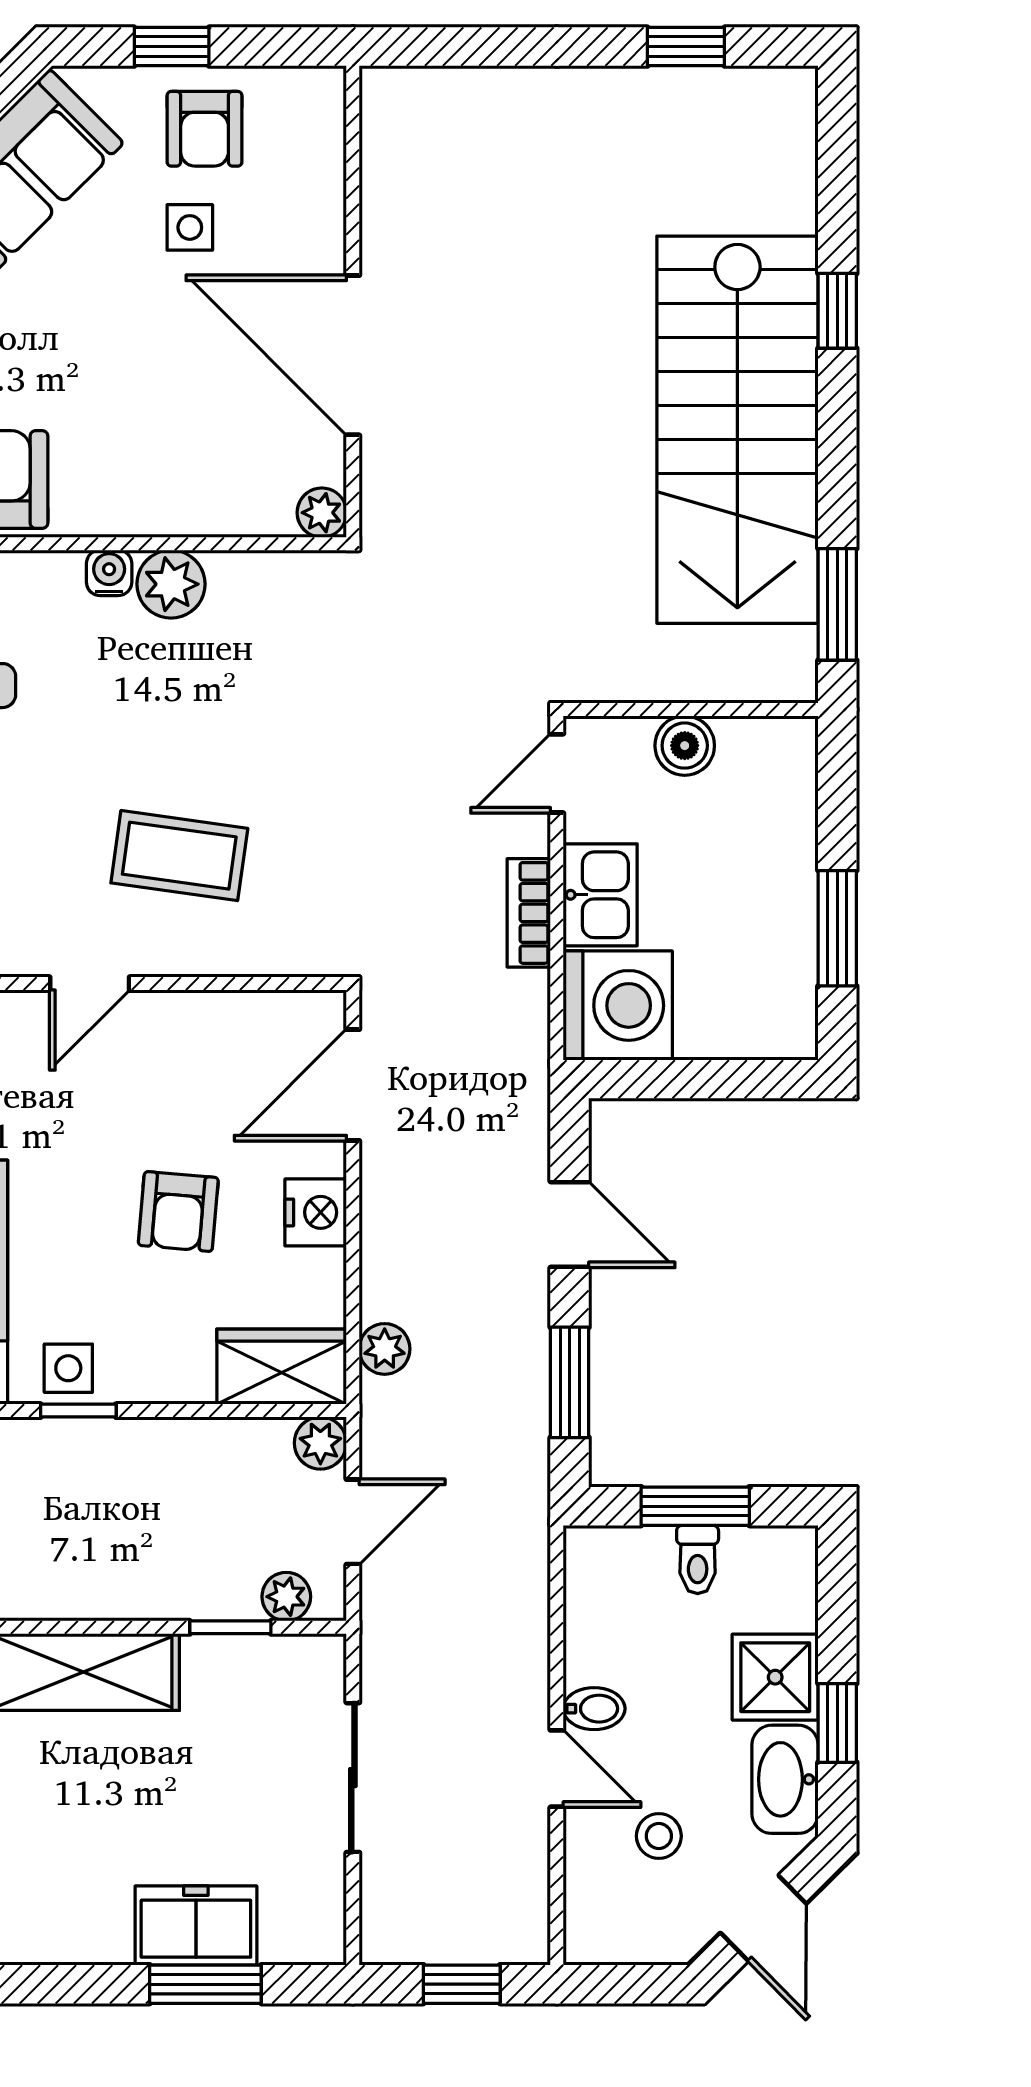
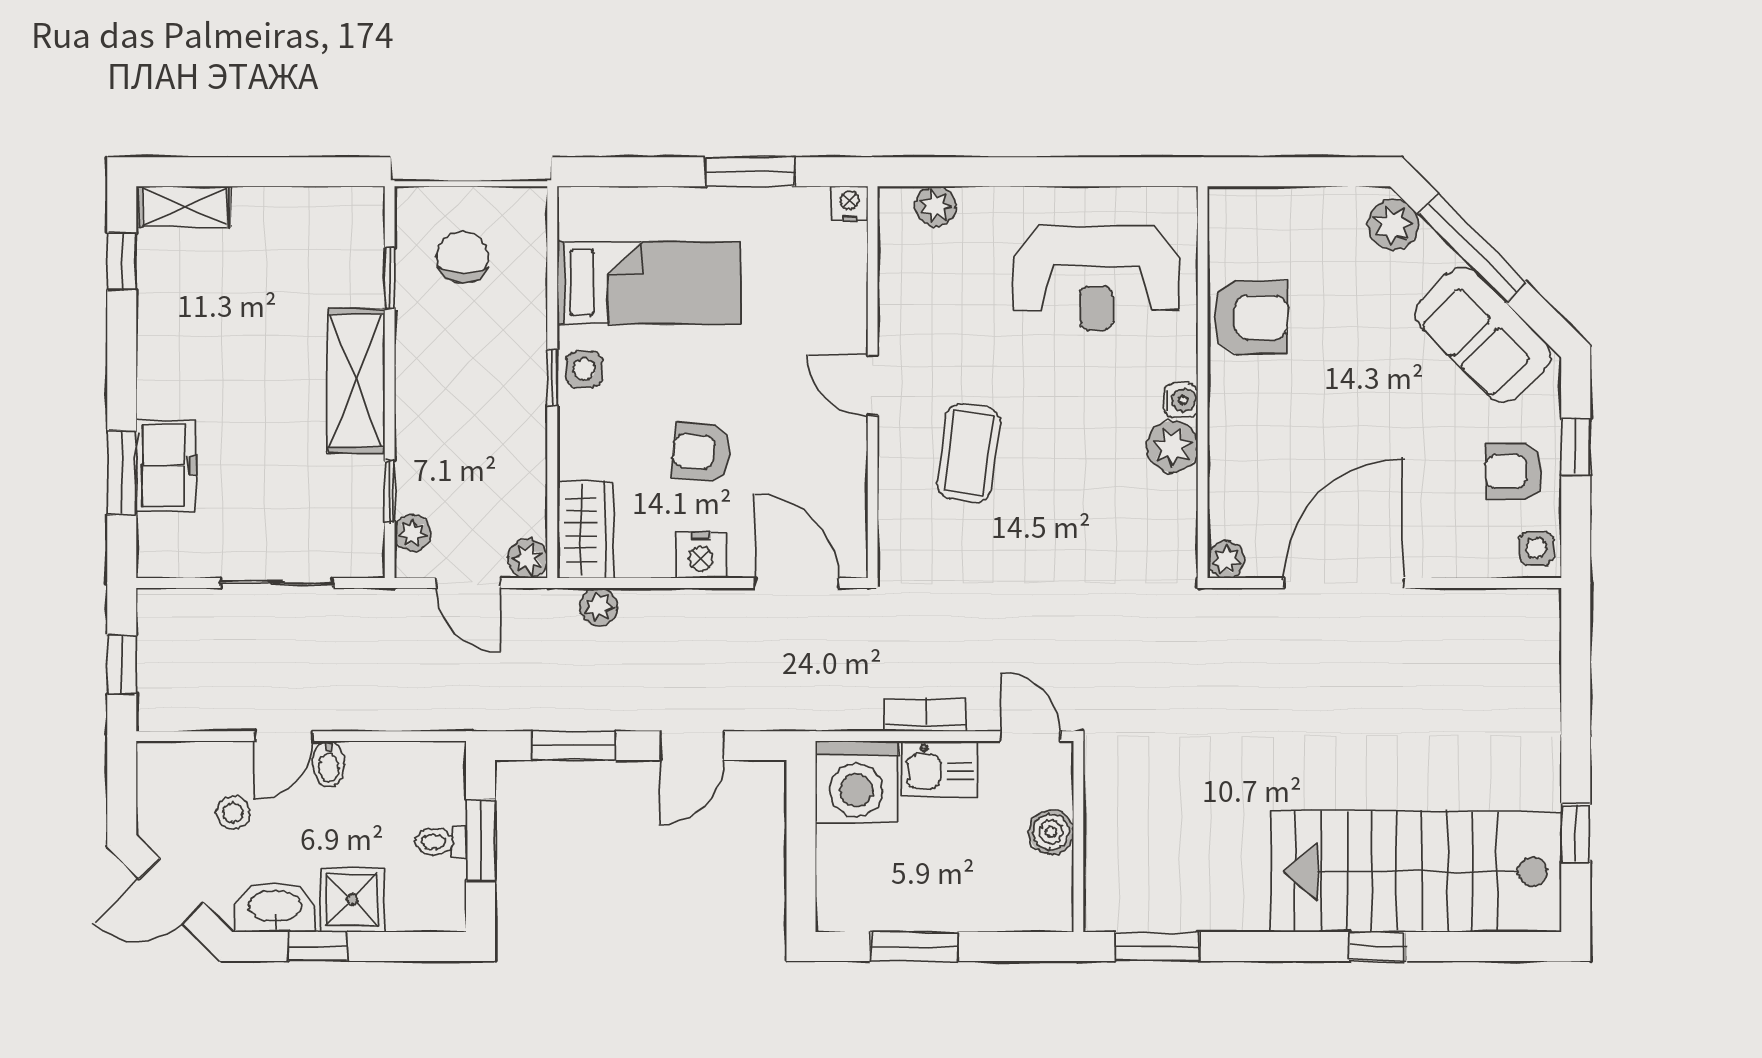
side table: (190, 227) -> (1536, 548), moved
stairs: (737, 430) -> (1416, 872), moved

